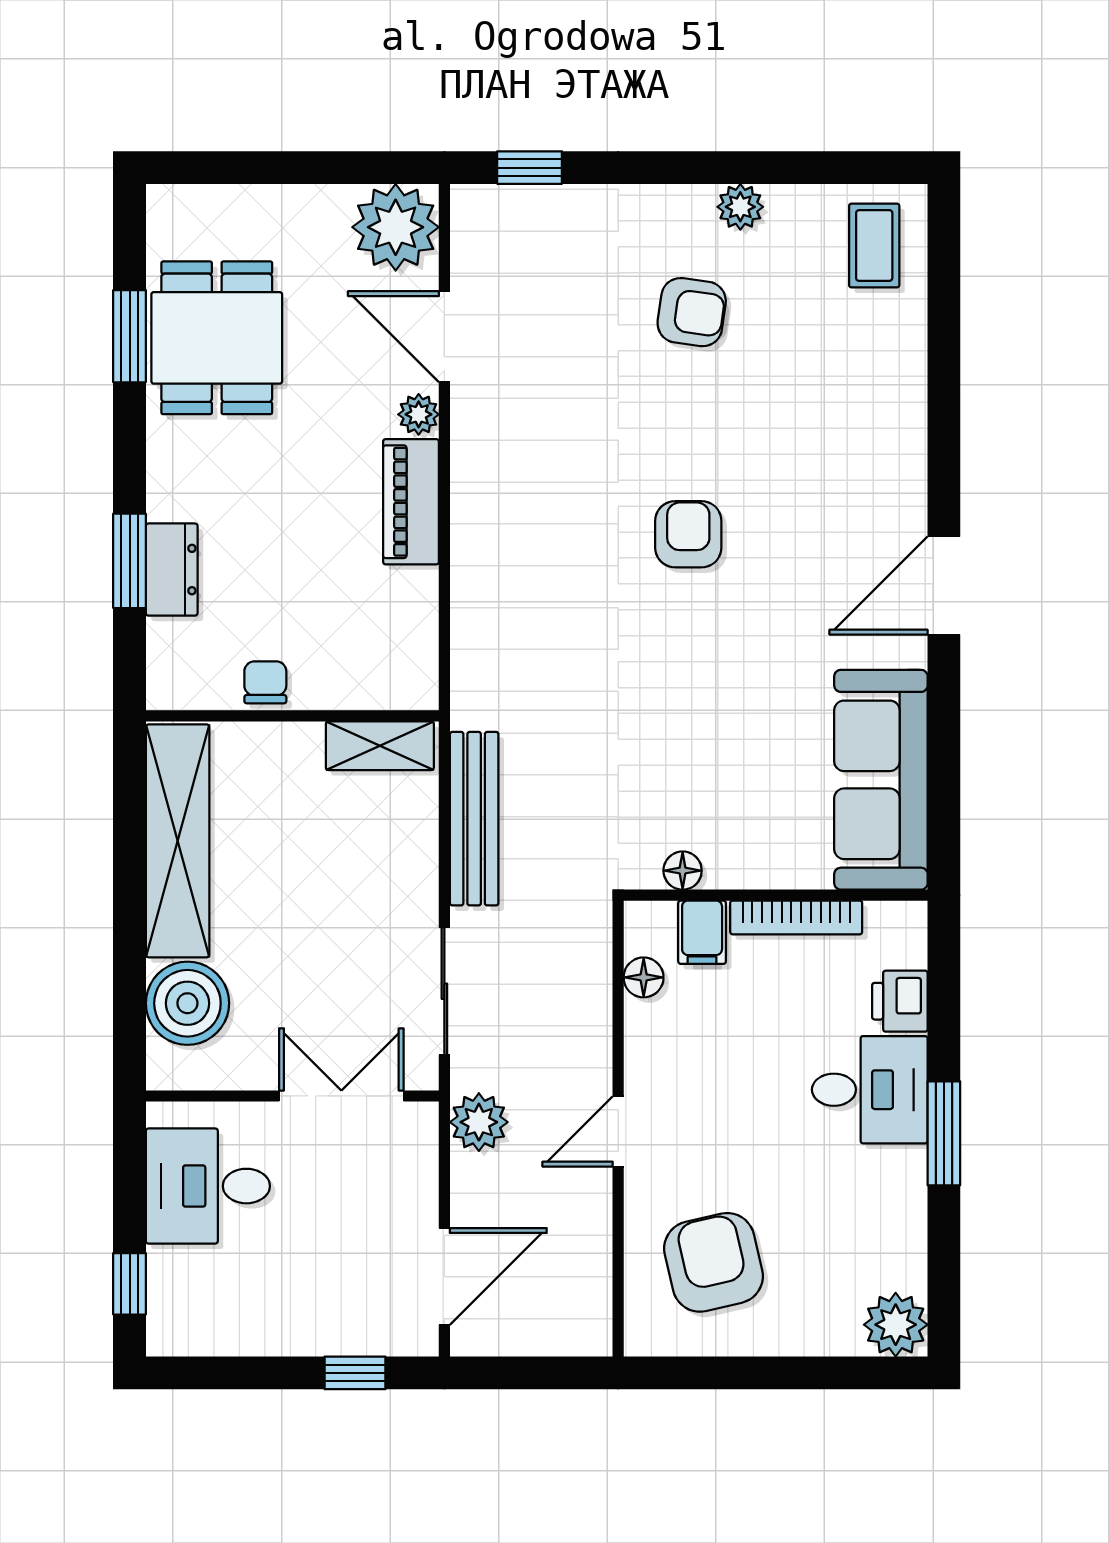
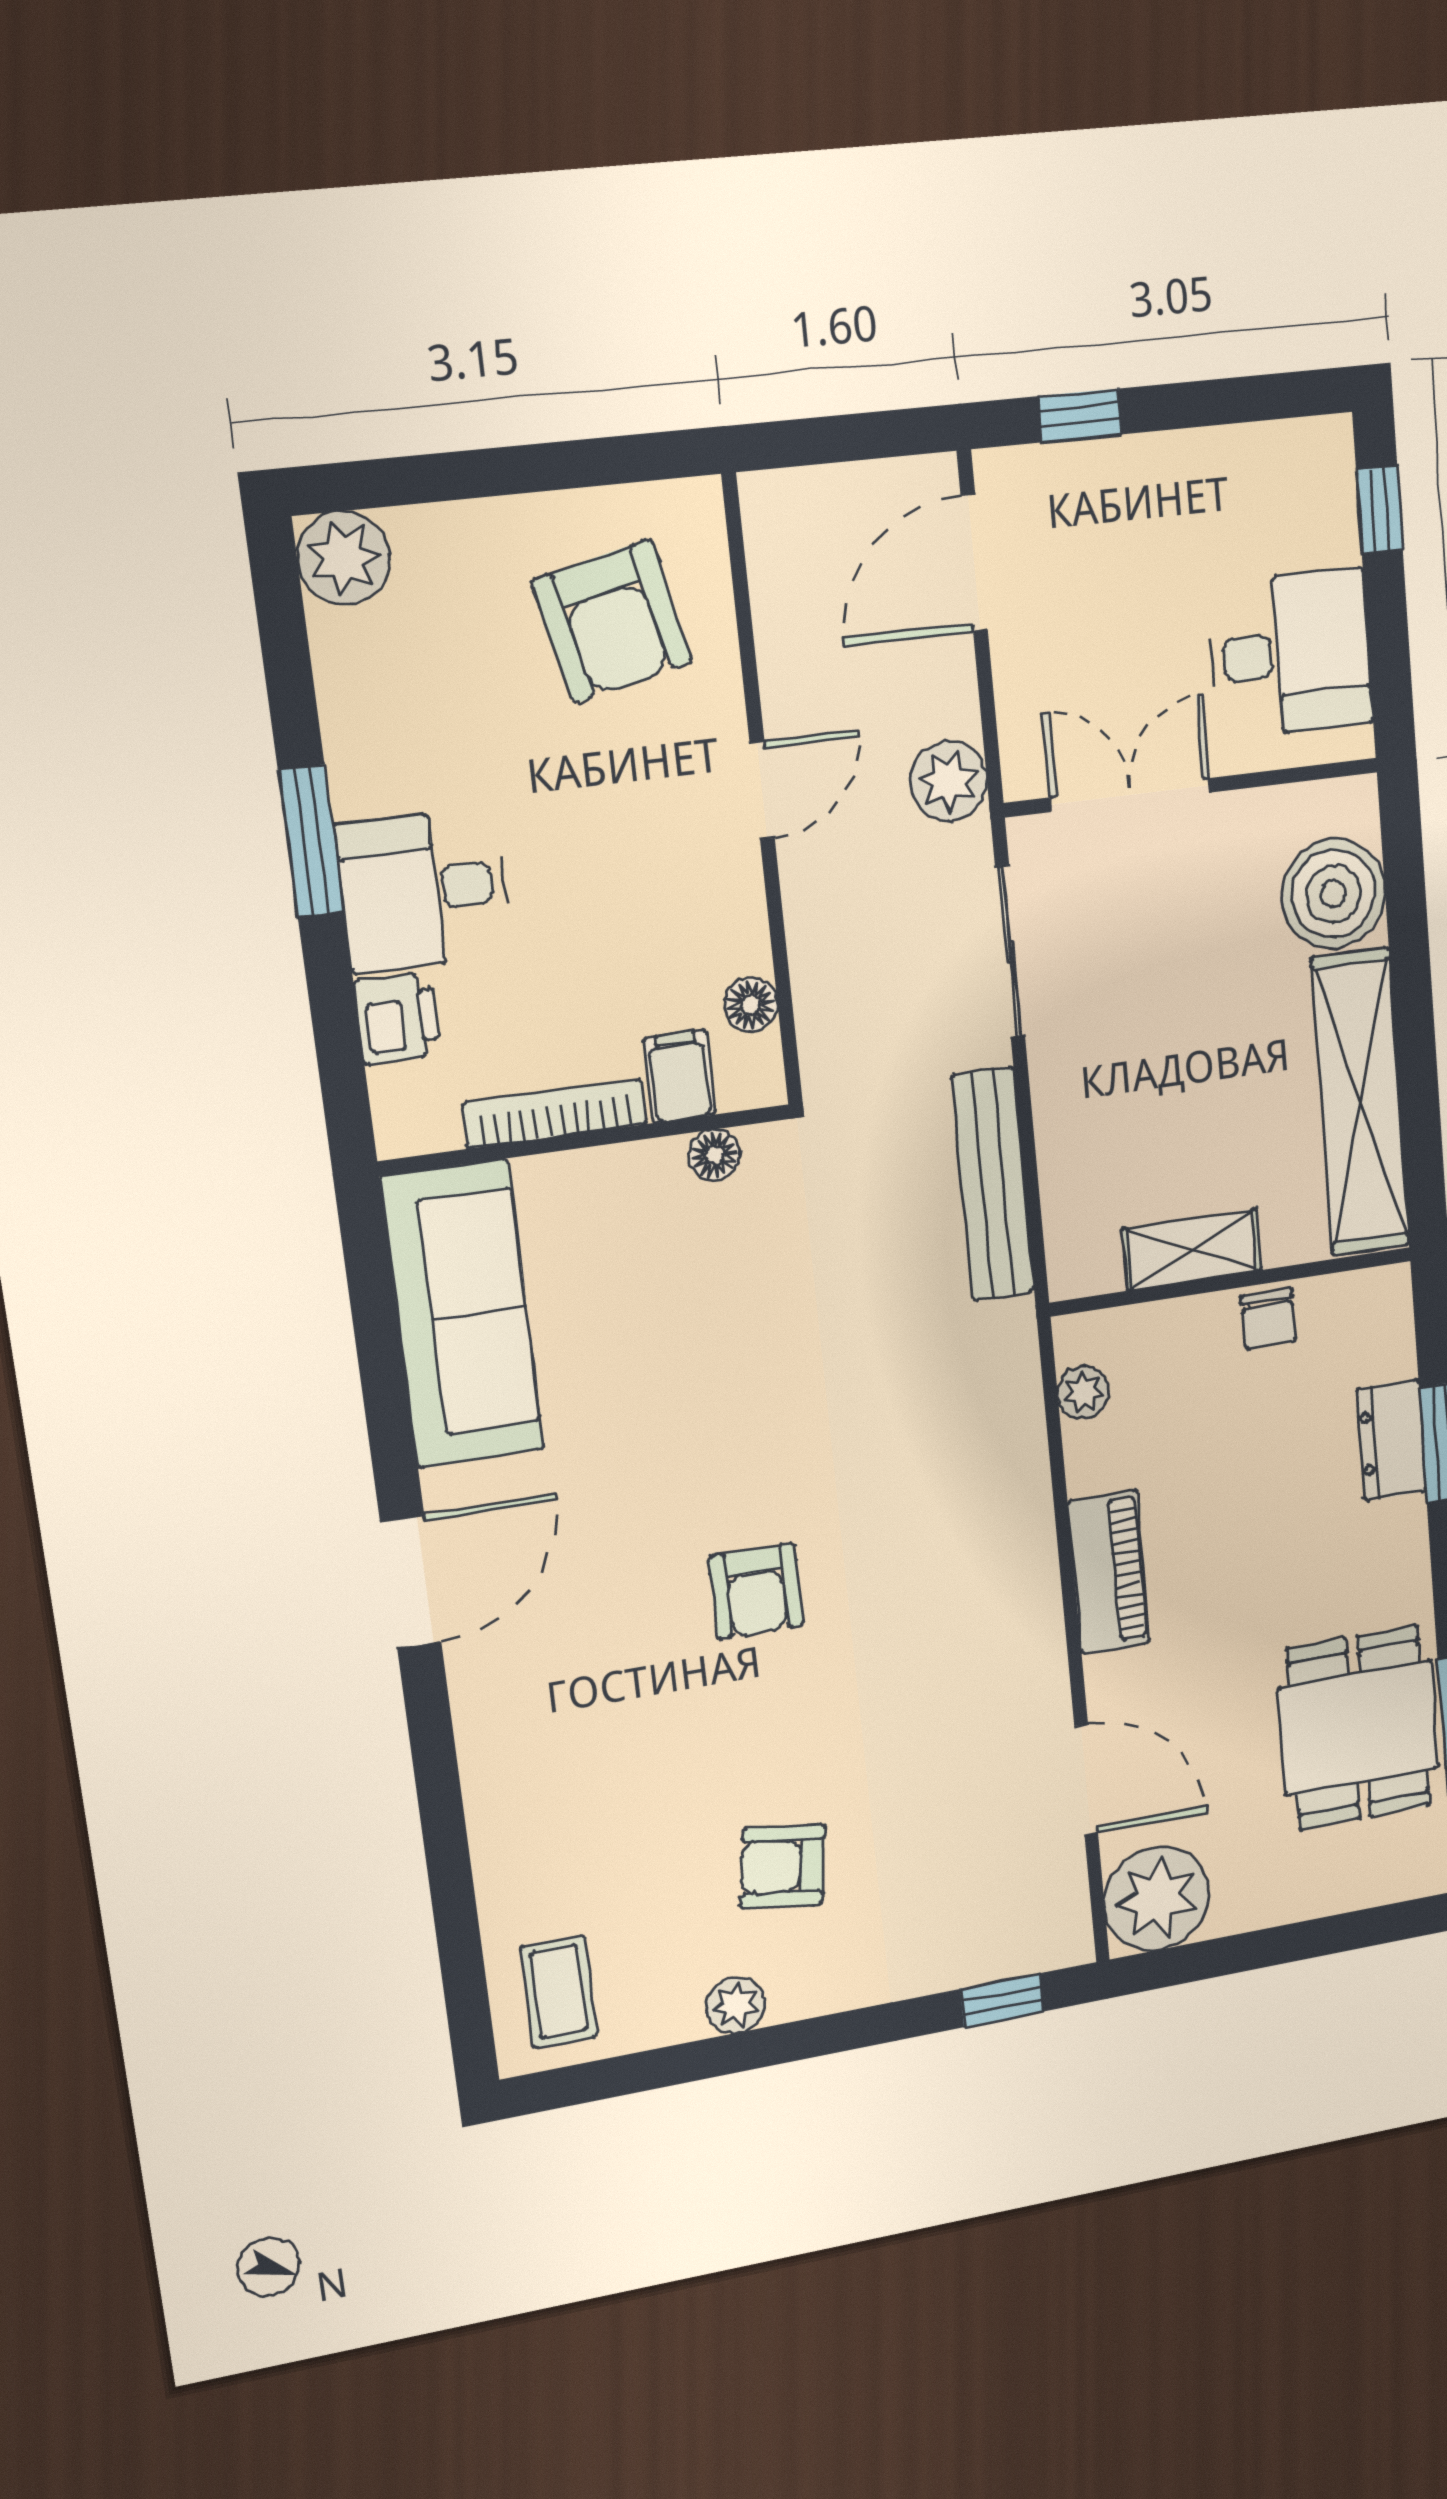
plant: (419, 414) -> (1083, 1392), moved
shelving: (380, 746) -> (1192, 1250), moved
double door: (341, 1096) -> (1130, 795), swing flipped

